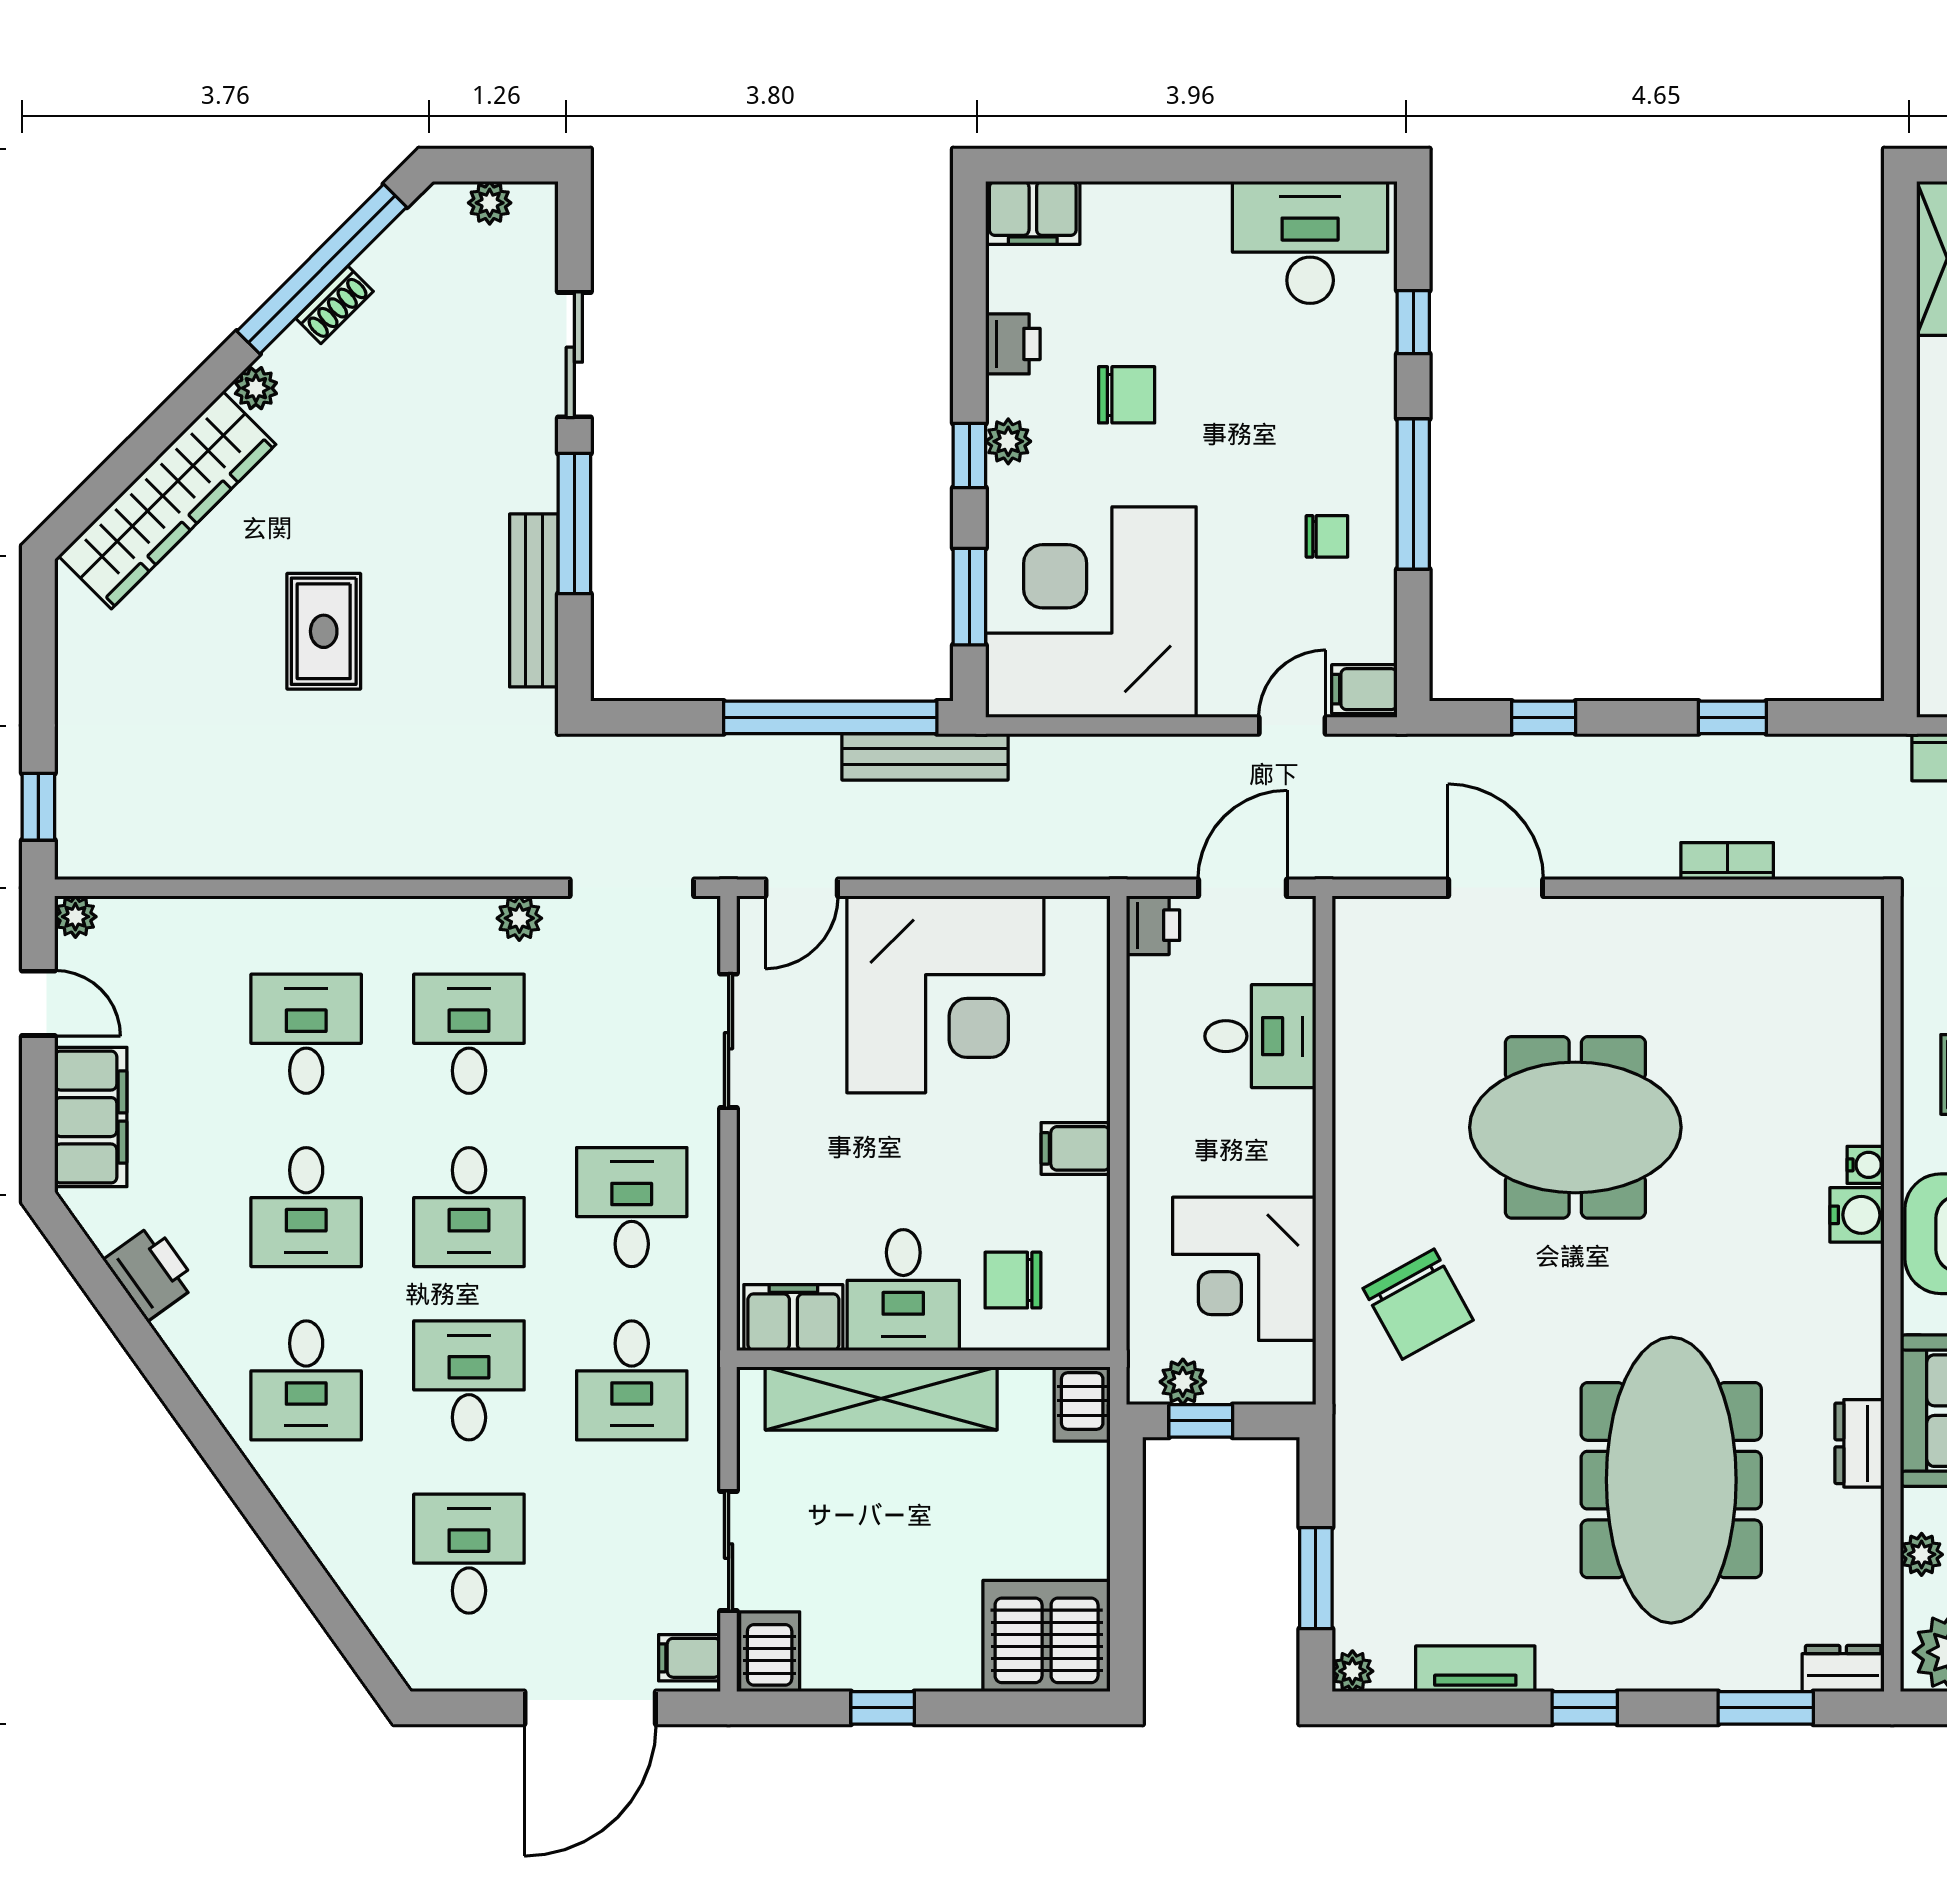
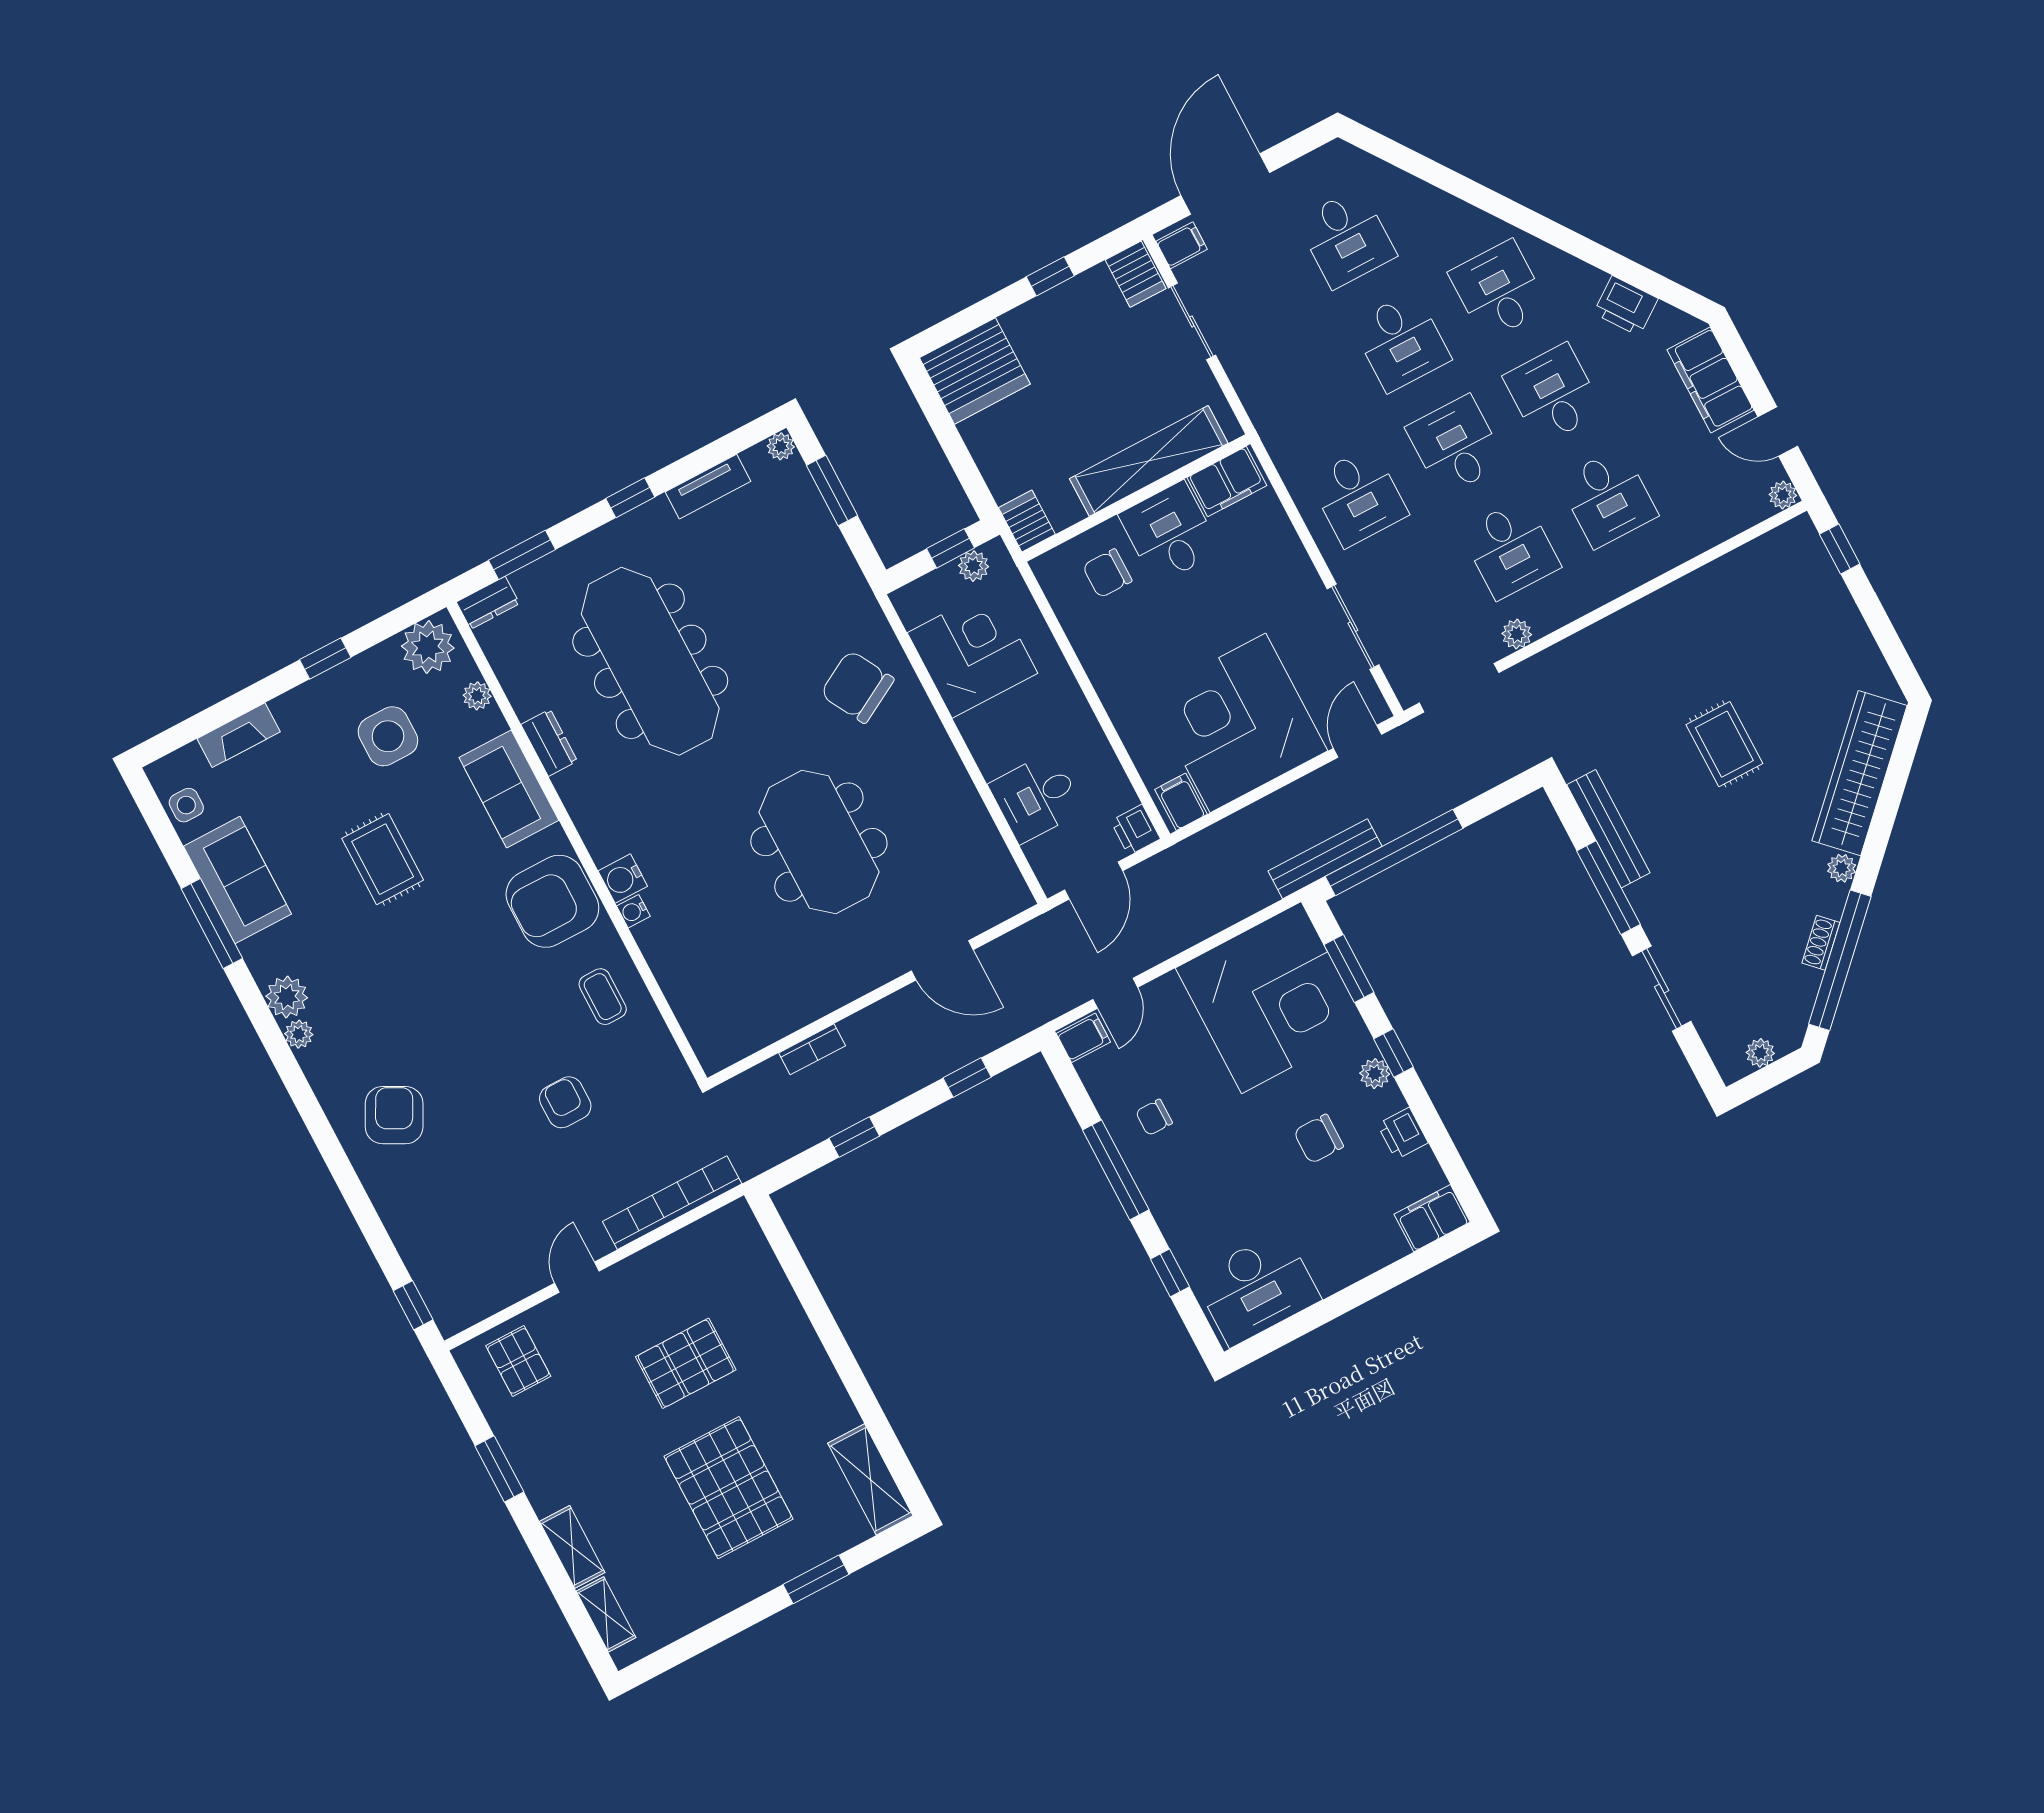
meeting table: (1575, 1127) -> (819, 842), turned 90
filing cabinet: (1076, 1148) -> (1181, 802), moved, turned -90
chair: (1013, 1280) -> (1107, 573), turned 180
desk: (632, 1380) -> (1304, 393), removed

